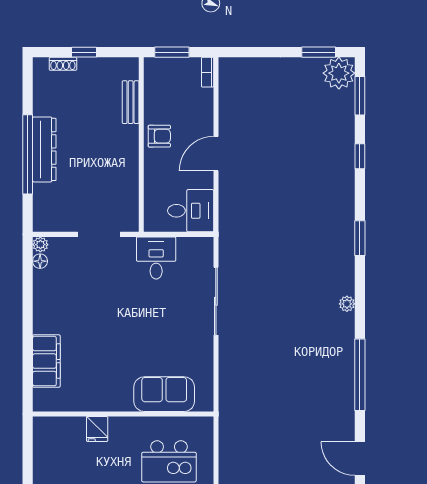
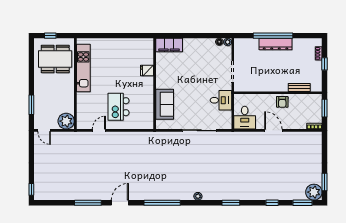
sofa: (164, 394) -> (165, 104), moved
wall: (123, 414) -> (155, 84), moved
fridge: (97, 429) -> (147, 71), moved

